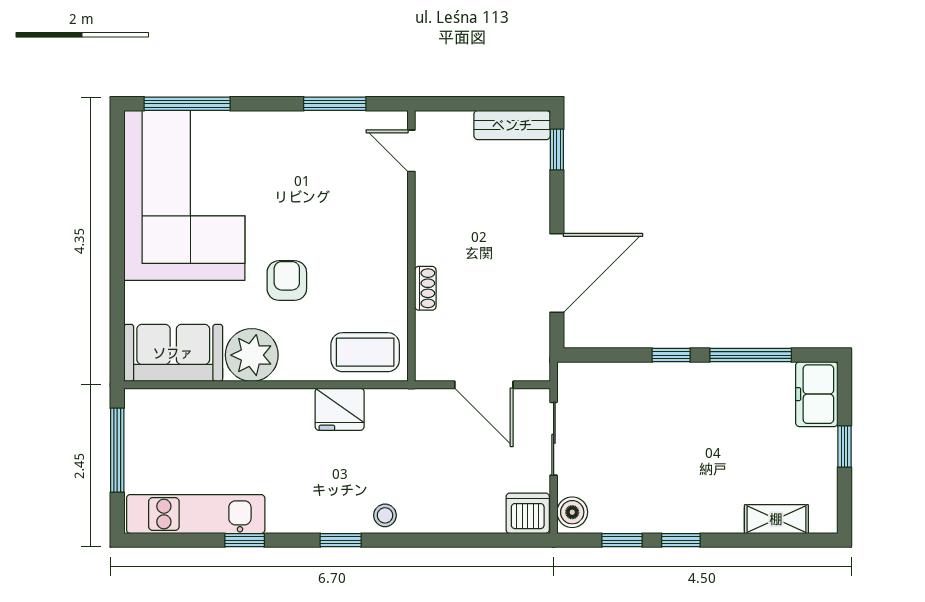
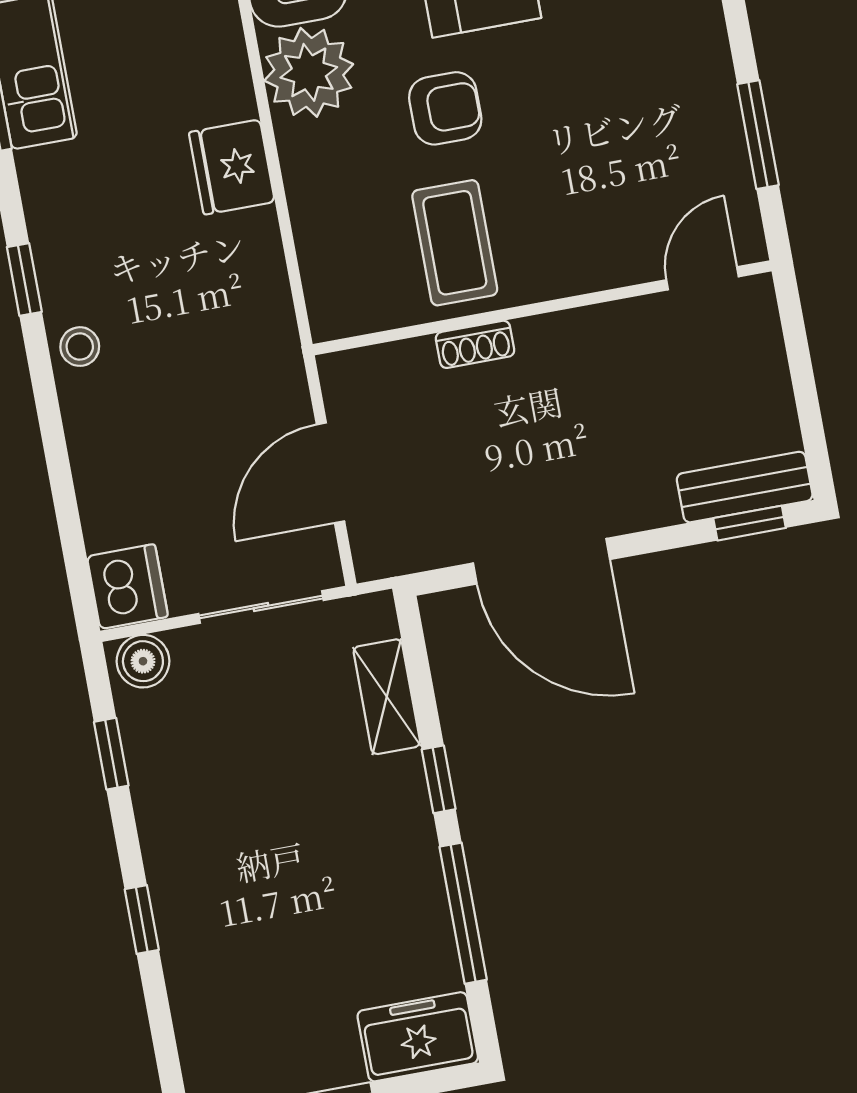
bench: (512, 125) -> (745, 487), moved, turned 90
coffee table: (365, 352) -> (455, 243), moved
fridge: (340, 409) -> (232, 167), moved
shelving: (776, 519) -> (387, 697), moved
window: (681, 540) -> (142, 920), moved

